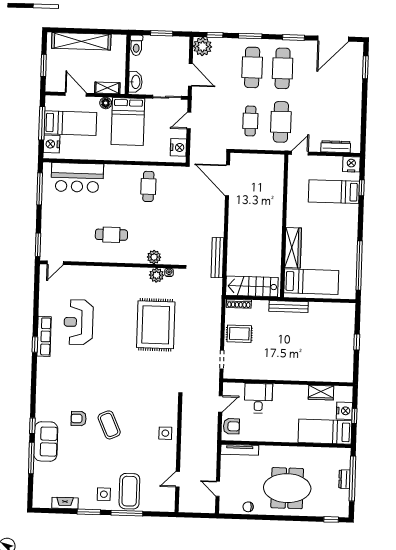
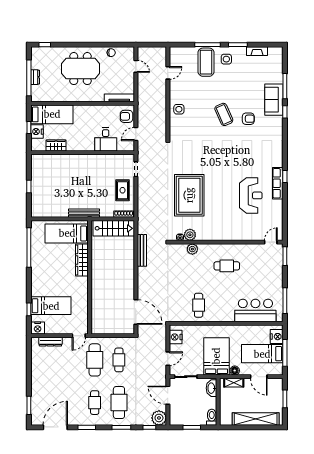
cafe table: (283, 68) -> (95, 403), width x0.73, depth x0.74
rug: (239, 334) -> (123, 190), turned 90

